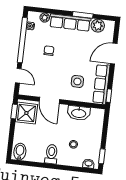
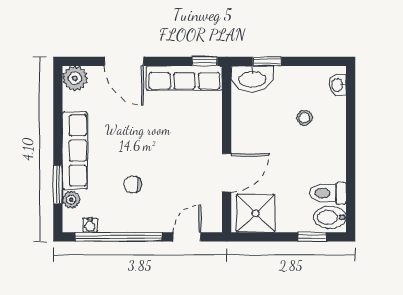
window: (83, 15) -> (58, 185), moved
plant: (98, 26) -> (75, 78), moved
side table: (77, 81) -> (185, 124), removed
window: (14, 111) -> (312, 237), moved
washbasin: (79, 113) -> (252, 79), moved, turned 90
toilet: (51, 154) -> (328, 193), moved
window: (102, 156) -> (267, 61), moved

